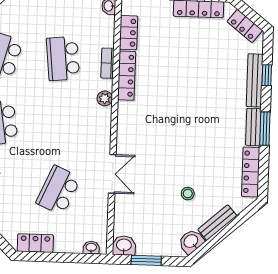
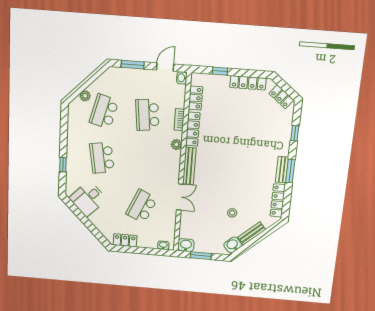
bench: (255, 80) -> (189, 166), moved

